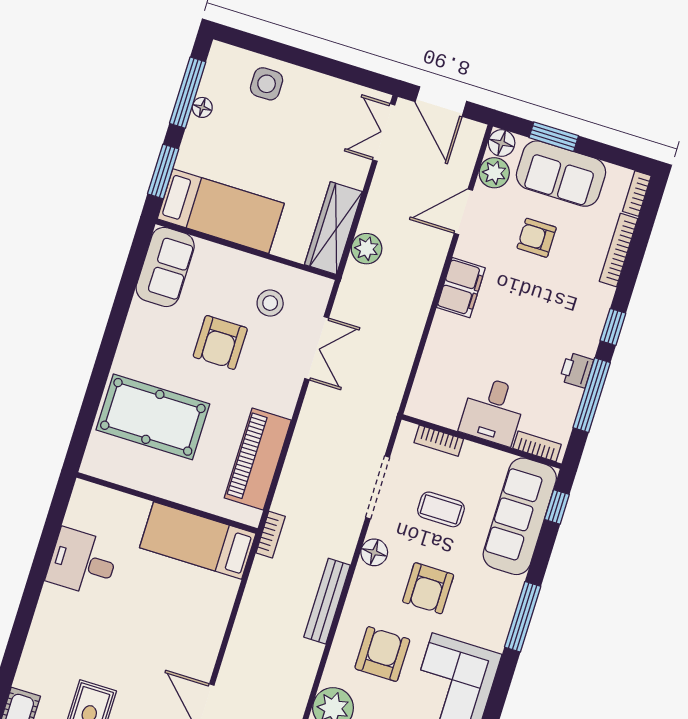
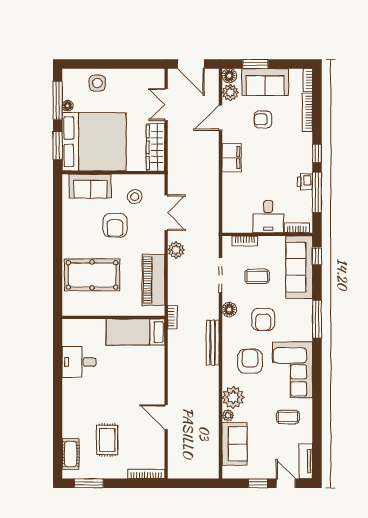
double door: (384, 132) -> (166, 104), moved
bed: (221, 211) -> (94, 142), width x2.04
plant: (367, 249) -> (176, 250), moved
sofa: (165, 267) -> (90, 186), moved, turned 90

